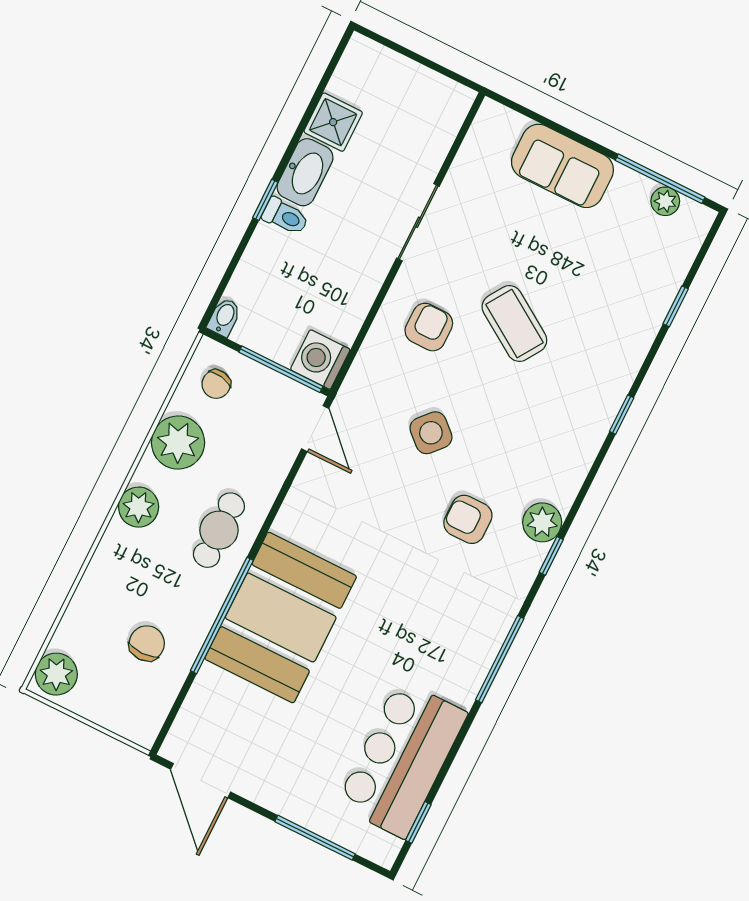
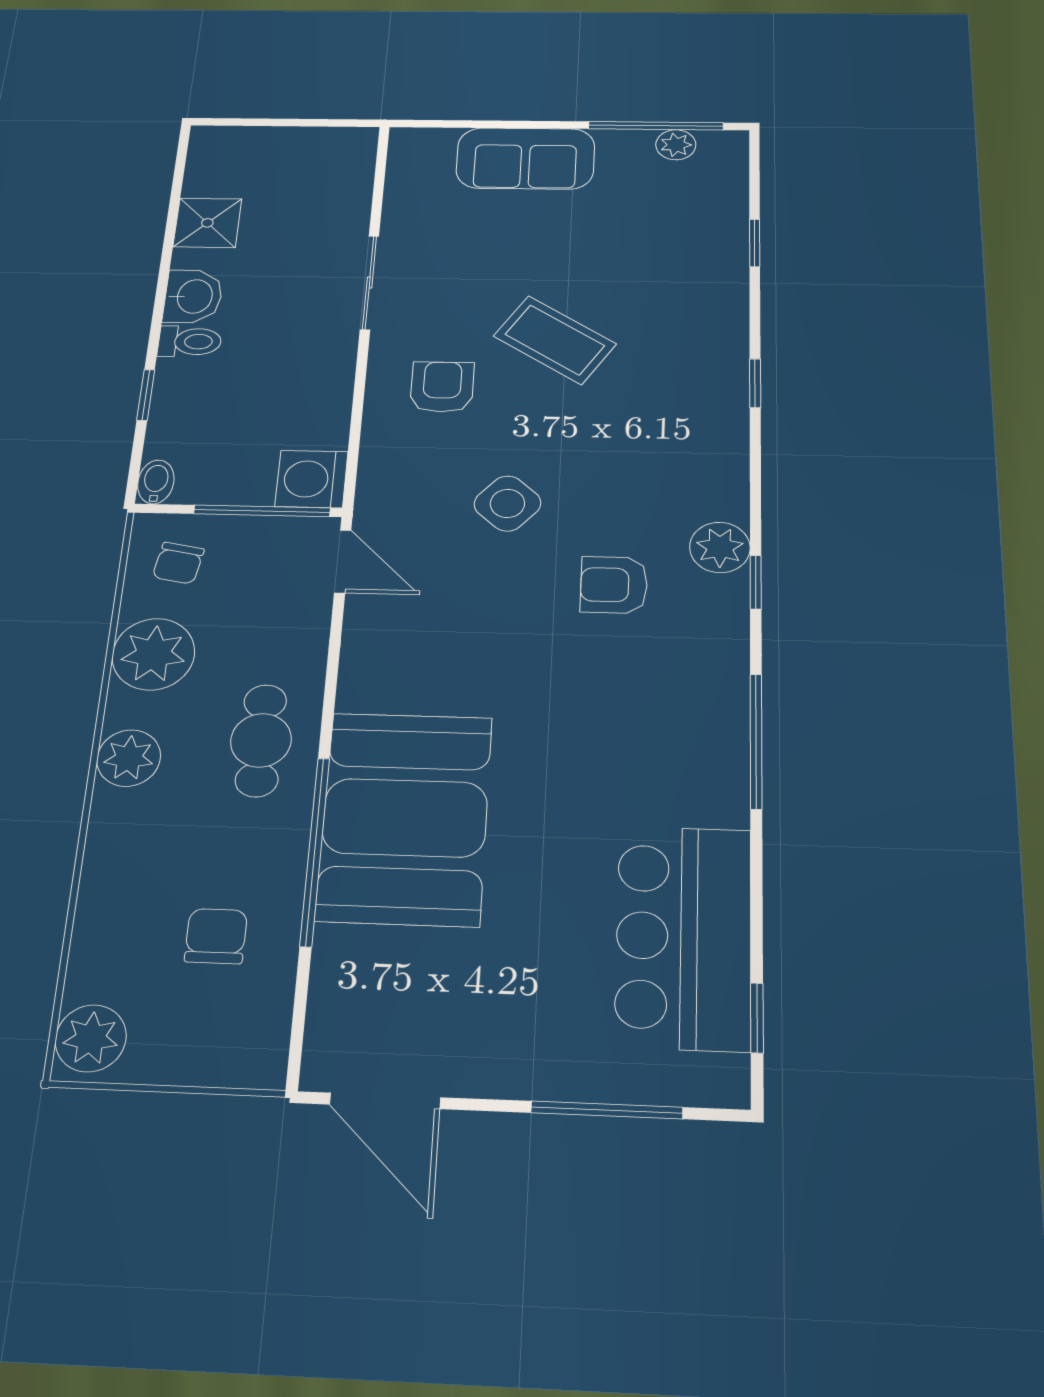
washbasin: (305, 172) -> (193, 296), width x0.72
window: (265, 200) -> (146, 395), moved

